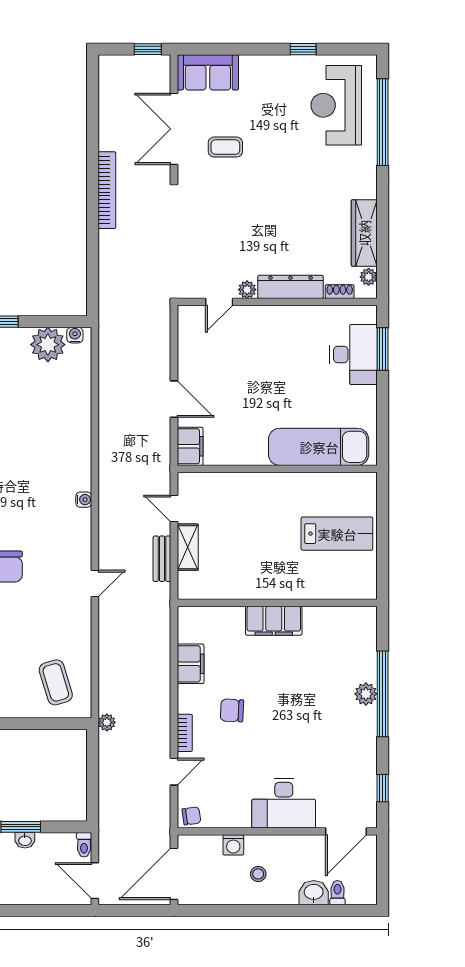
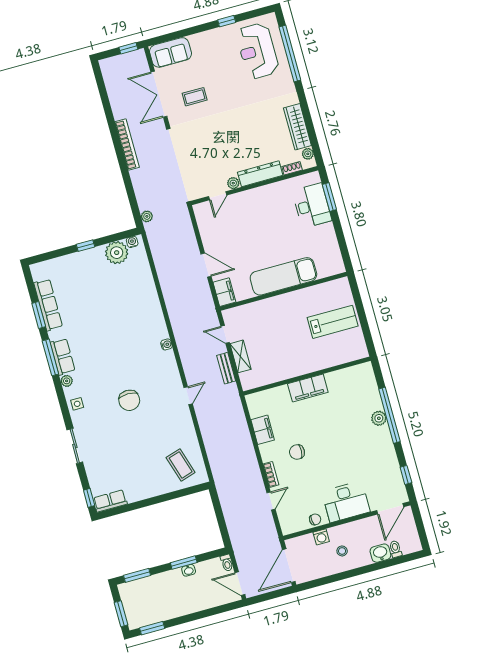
exam couch: (319, 447) -> (283, 276), moved
plant: (107, 722) -> (147, 216), moved
chair: (191, 816) -> (315, 519), moved

